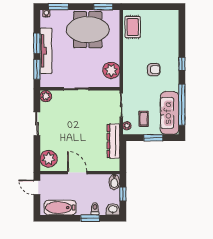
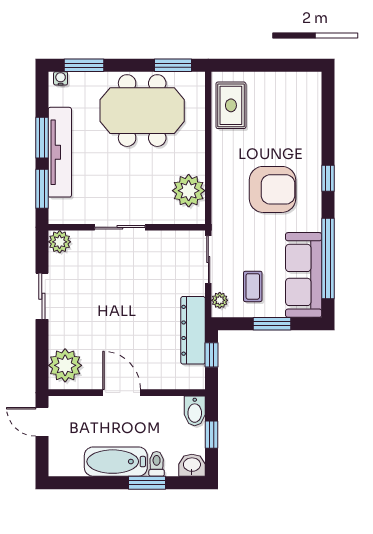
armchair: (154, 70) -> (272, 189), width x1.88, depth x1.88
window: (123, 153) -> (211, 355), added
bathtub: (60, 208) -> (116, 462), moved

